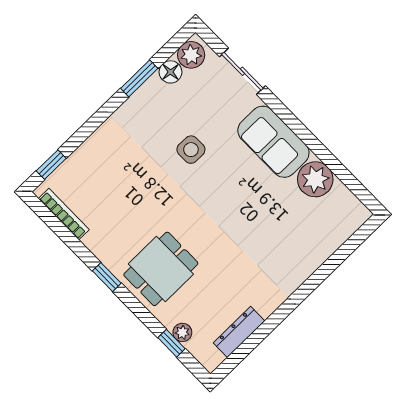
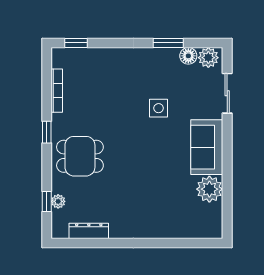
bookcase: (64, 214) -> (57, 91), moved

